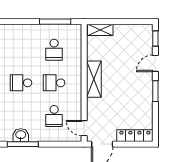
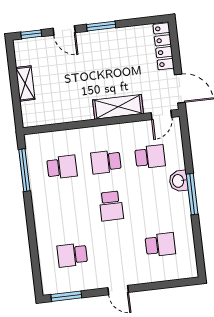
shelving: (100, 30) -> (25, 83), moved
shelving: (94, 79) -> (118, 107), moved
school desk: (54, 83) -> (106, 162), turned 90
washbasin: (21, 135) -> (179, 181), moved

